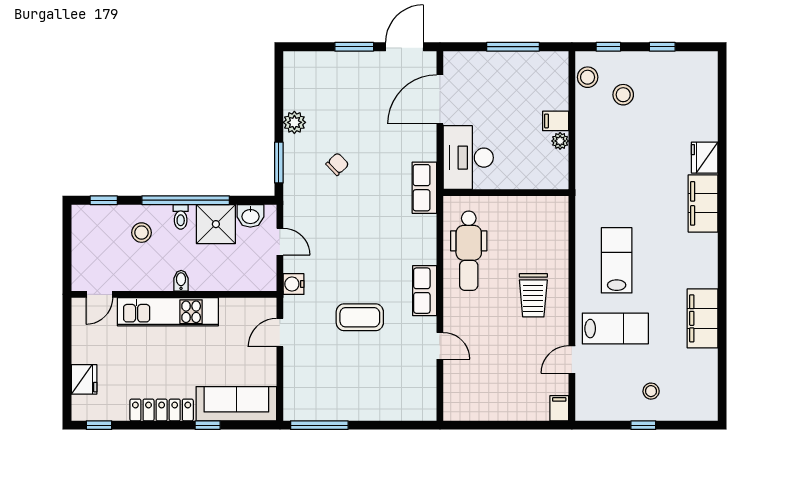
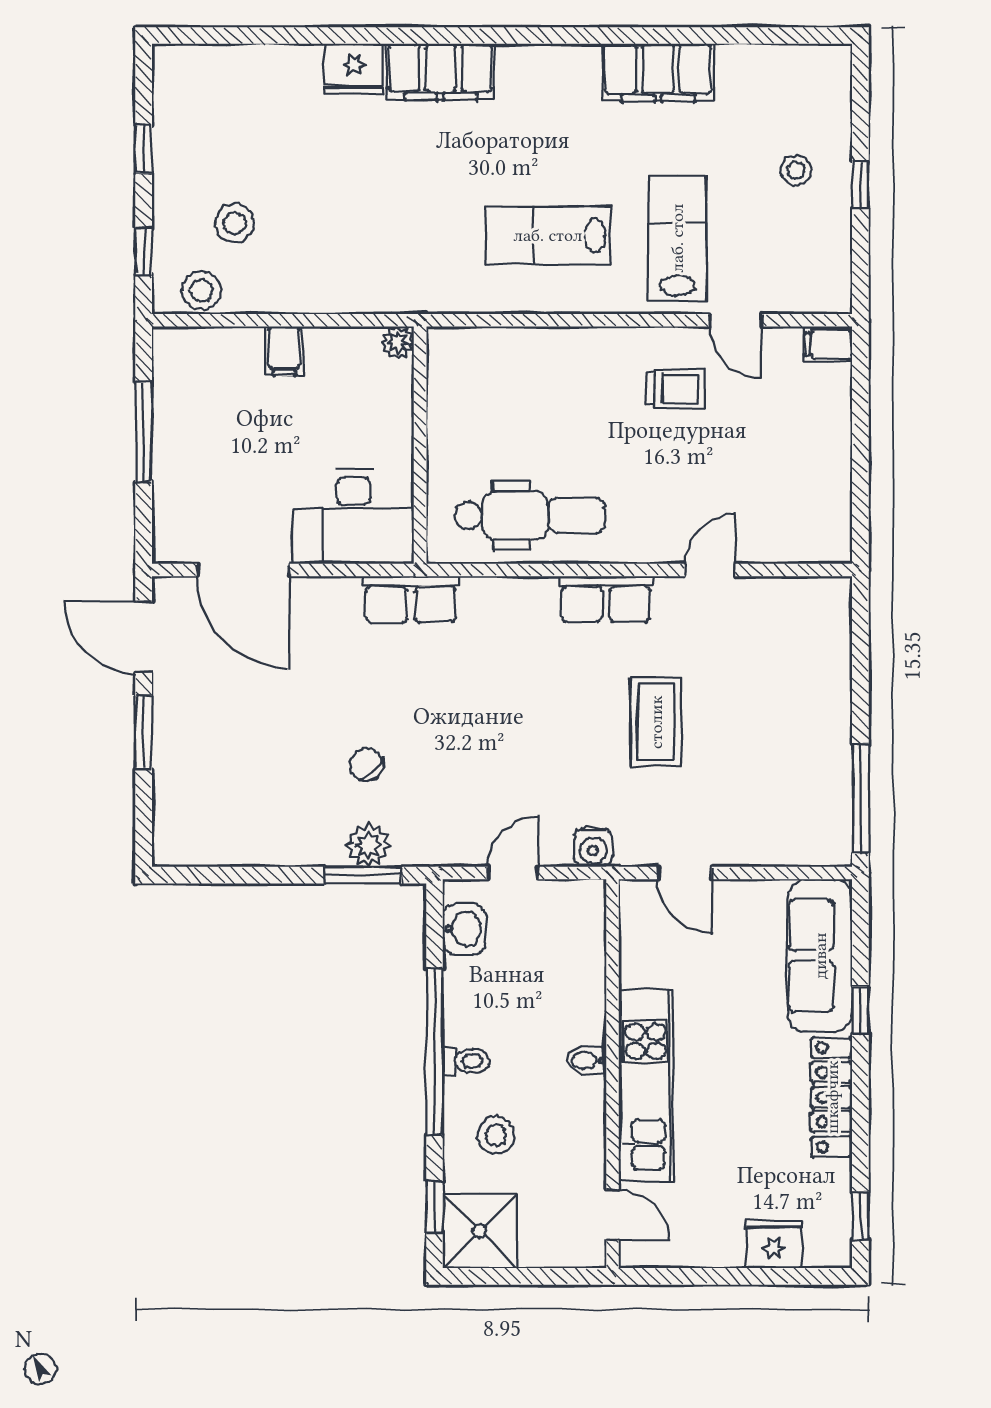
plant: (294, 122) -> (368, 846), moved
plant: (560, 141) -> (398, 342), moved
shower: (216, 224) -> (480, 1231), moved
trolley: (533, 295) -> (676, 388), moved, width x0.73, depth x0.72

